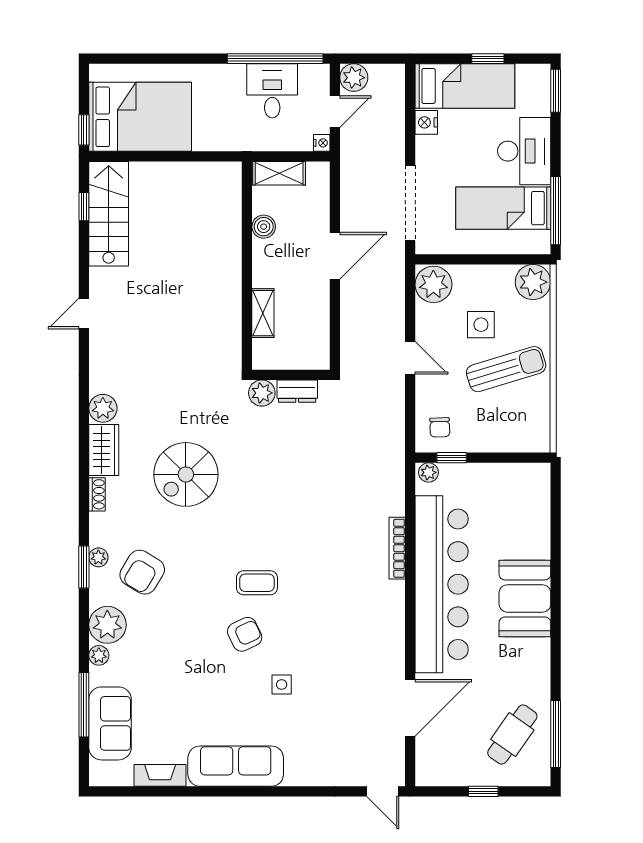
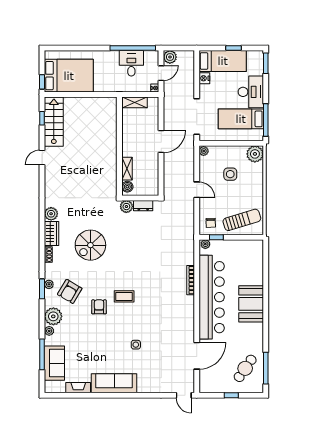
boiler: (264, 227) -> (127, 187), moved
plant: (433, 284) -> (204, 151), width x0.53, depth x0.53
door: (84, 313) -> (42, 157), moved
sun lounger: (506, 369) -> (242, 220), moved
armchair: (245, 634) -> (99, 307), moved, turned -65

